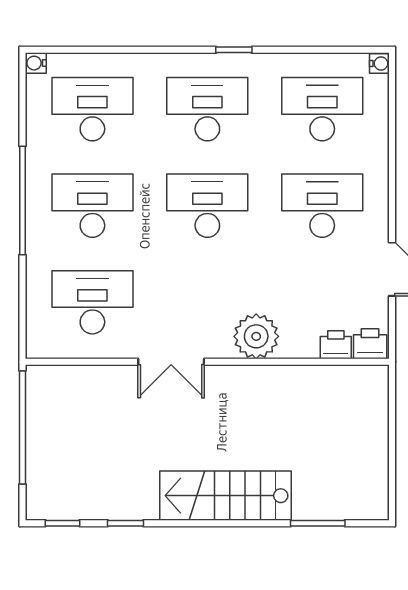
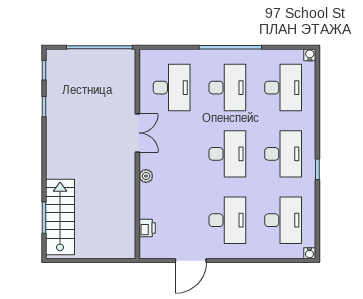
plant: (256, 336) -> (146, 176), width x0.53, depth x0.53
printer: (370, 344) -> (148, 248), removed
double door: (171, 362) -> (137, 133), swing flipped
stairs: (226, 496) -> (60, 217), moved

